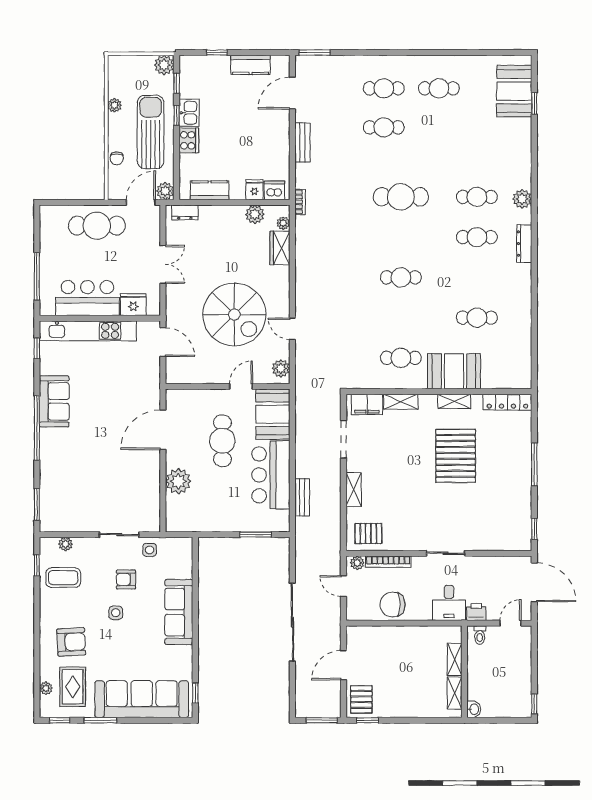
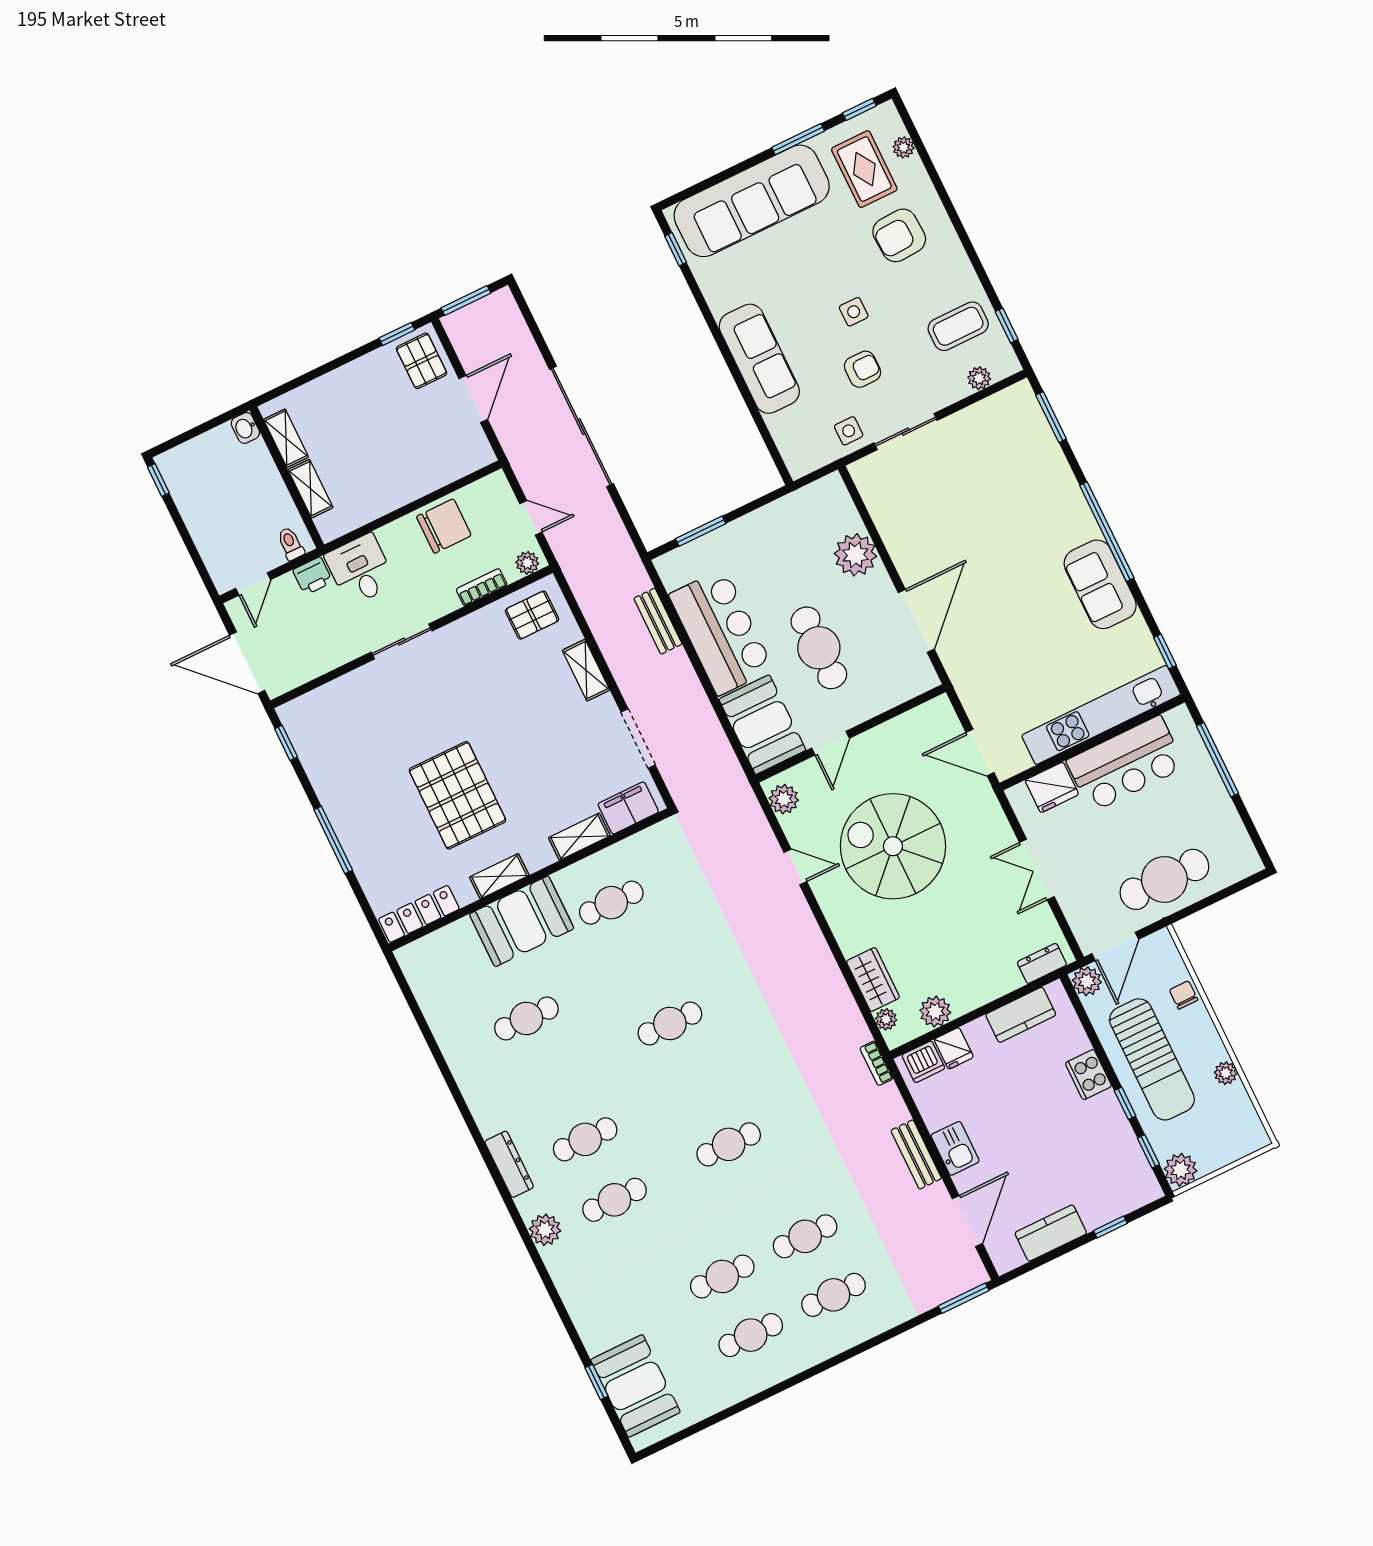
kitchen sink: (189, 113) -> (955, 1148), moved, turned 180
cafe table: (439, 127) -> (722, 1277), added
cafe table: (401, 197) -> (729, 1144), width x0.73, depth x0.74
bookcase: (388, 562) -> (482, 587), width x0.64

